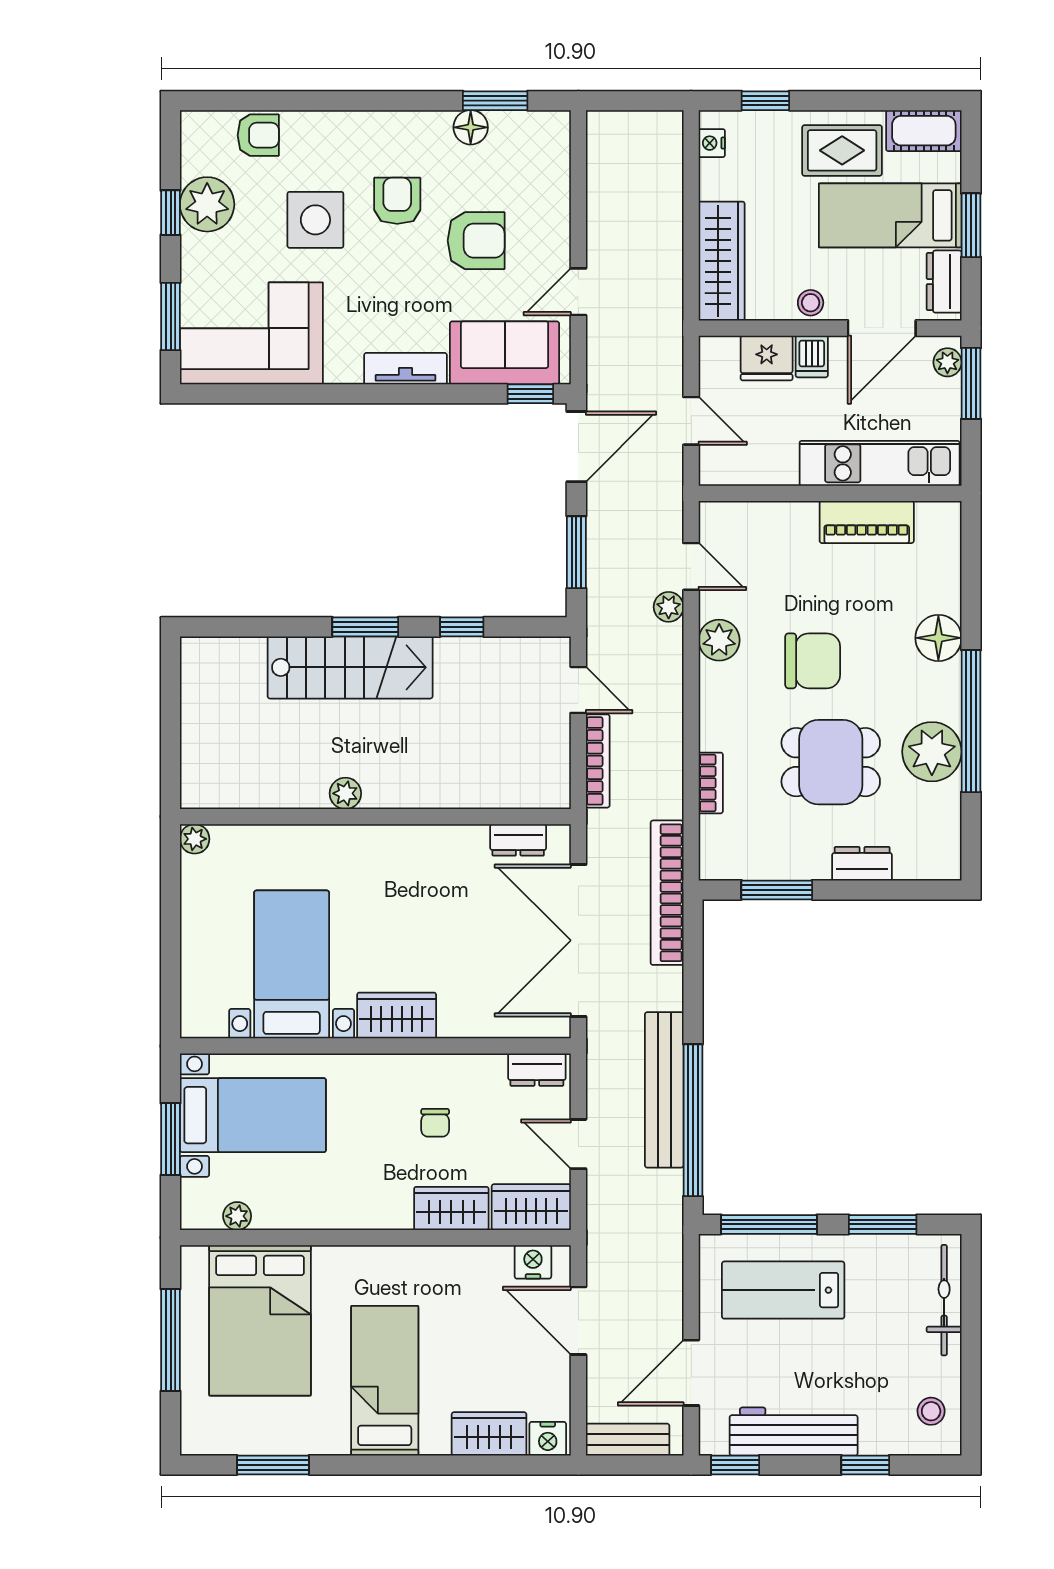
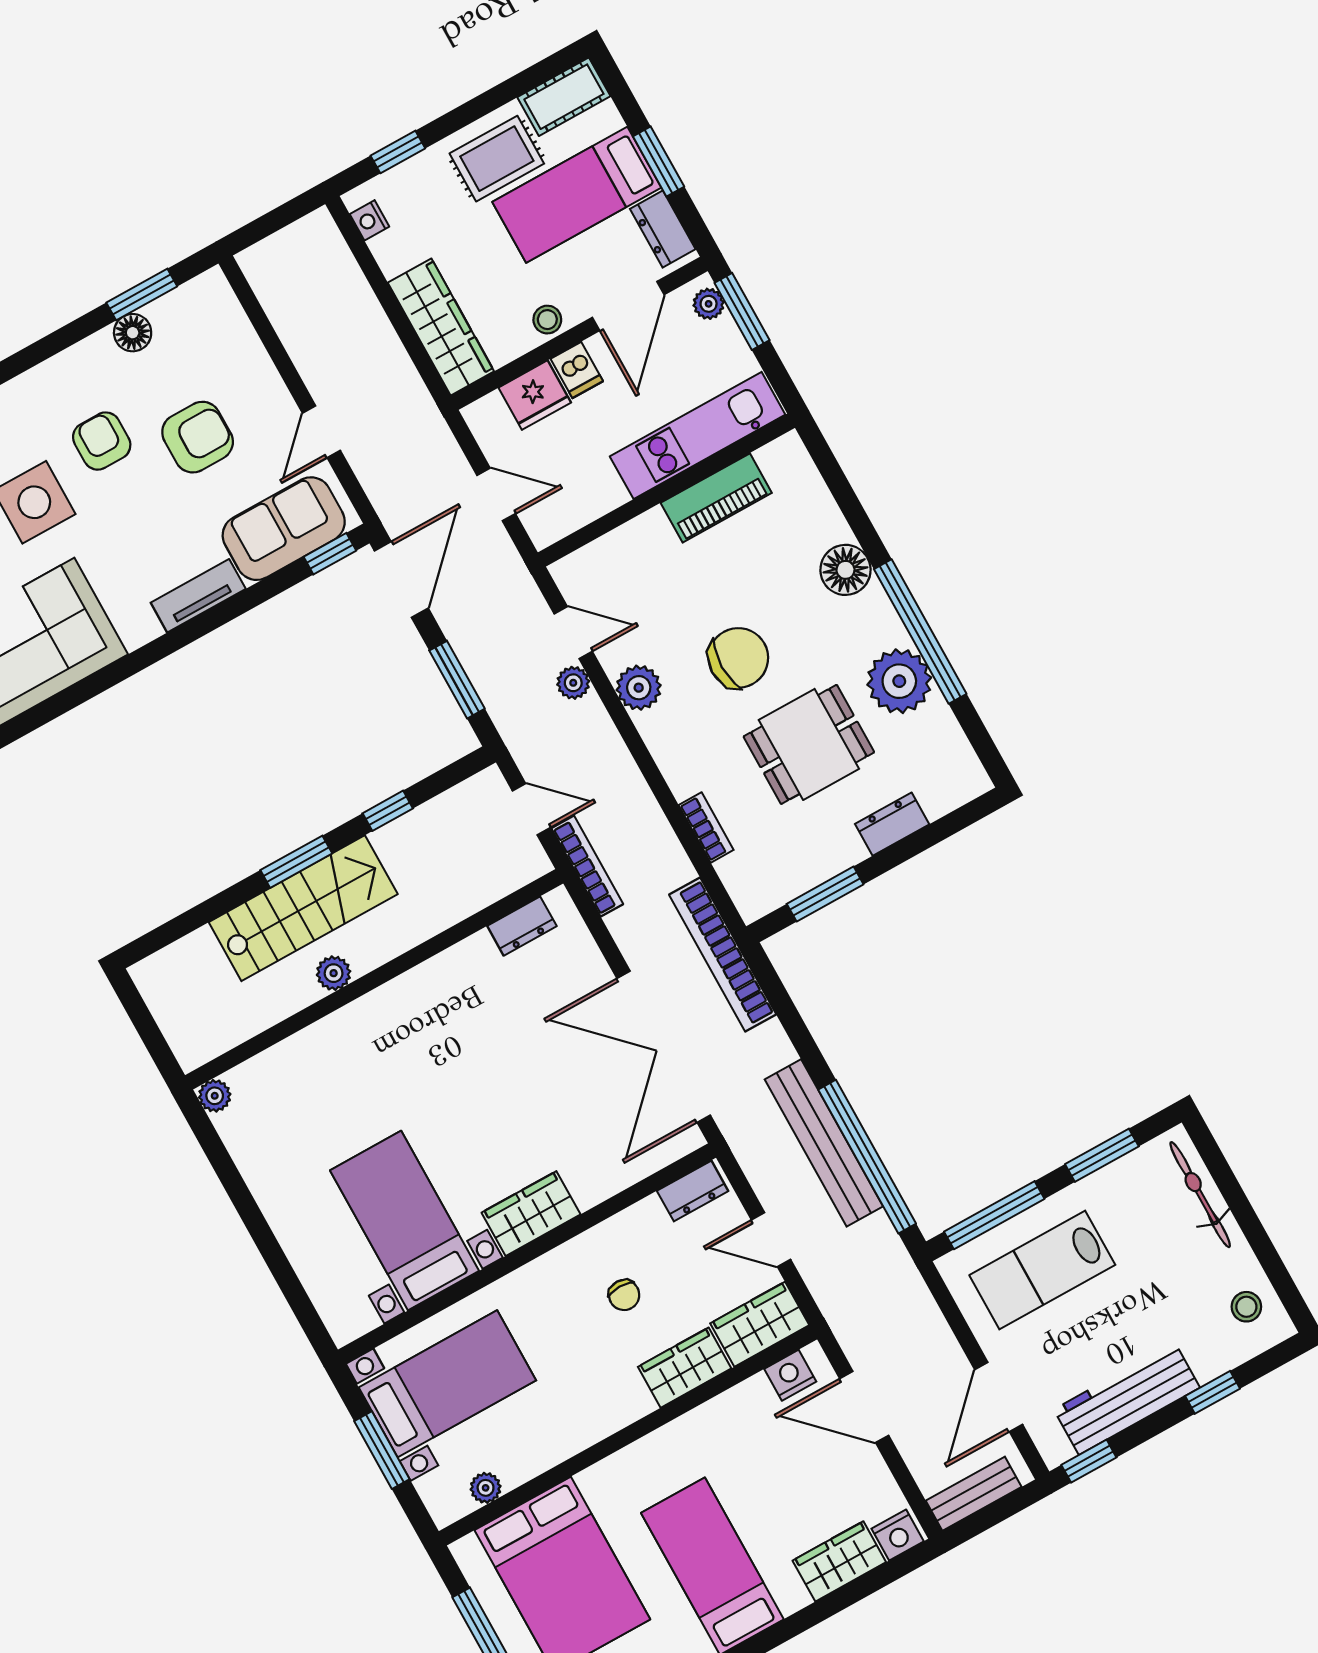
plant: (345, 793) -> (334, 973), moved
wall: (375, 817) -> (374, 979), moved
plant: (195, 839) -> (215, 1096), moved
dresser: (518, 840) -> (522, 926), moved

